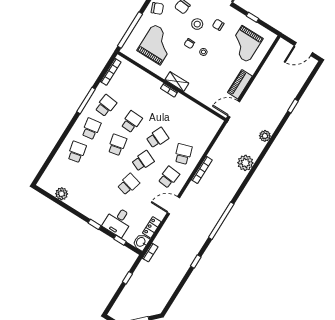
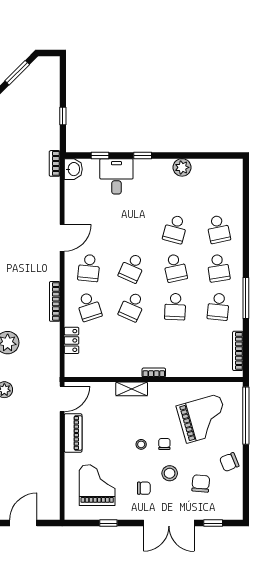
grand piano: (157, 44) -> (203, 418), turned -106
shelving: (177, 82) -> (132, 389), moved
school desk: (128, 184) -> (175, 229), moved
plant: (62, 194) -> (182, 167), moved
locker: (152, 227) -> (72, 340), moved

